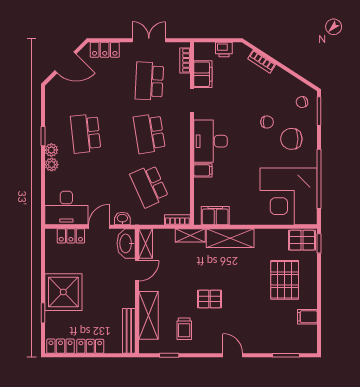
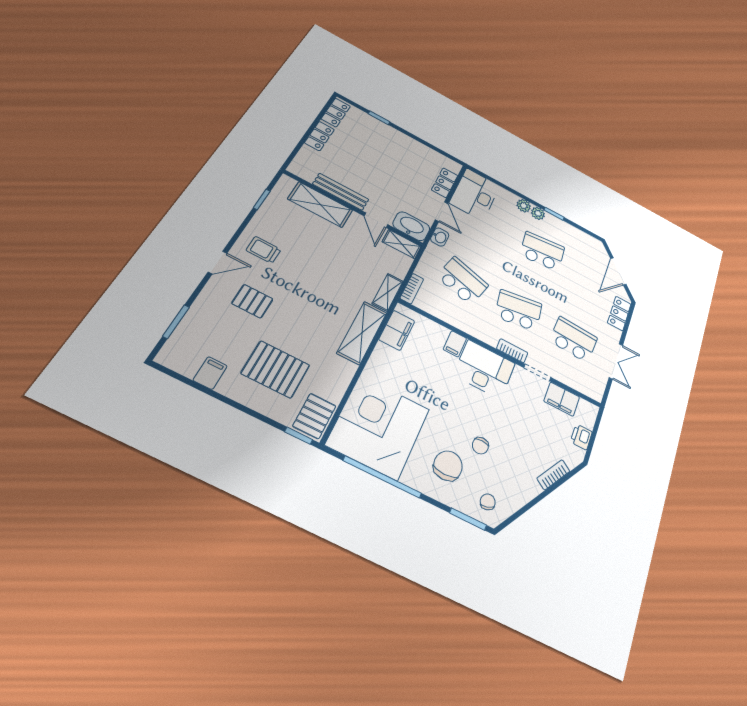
bookcase: (185, 60) -> (512, 351), moved
school desk: (149, 186) -> (462, 281), turned 39
shower: (63, 292) -> (391, 145), removed
pallet: (210, 299) -> (252, 301), moved, turned 90
trolley: (184, 329) -> (264, 250), moved
bench: (129, 331) -> (341, 192), moved

